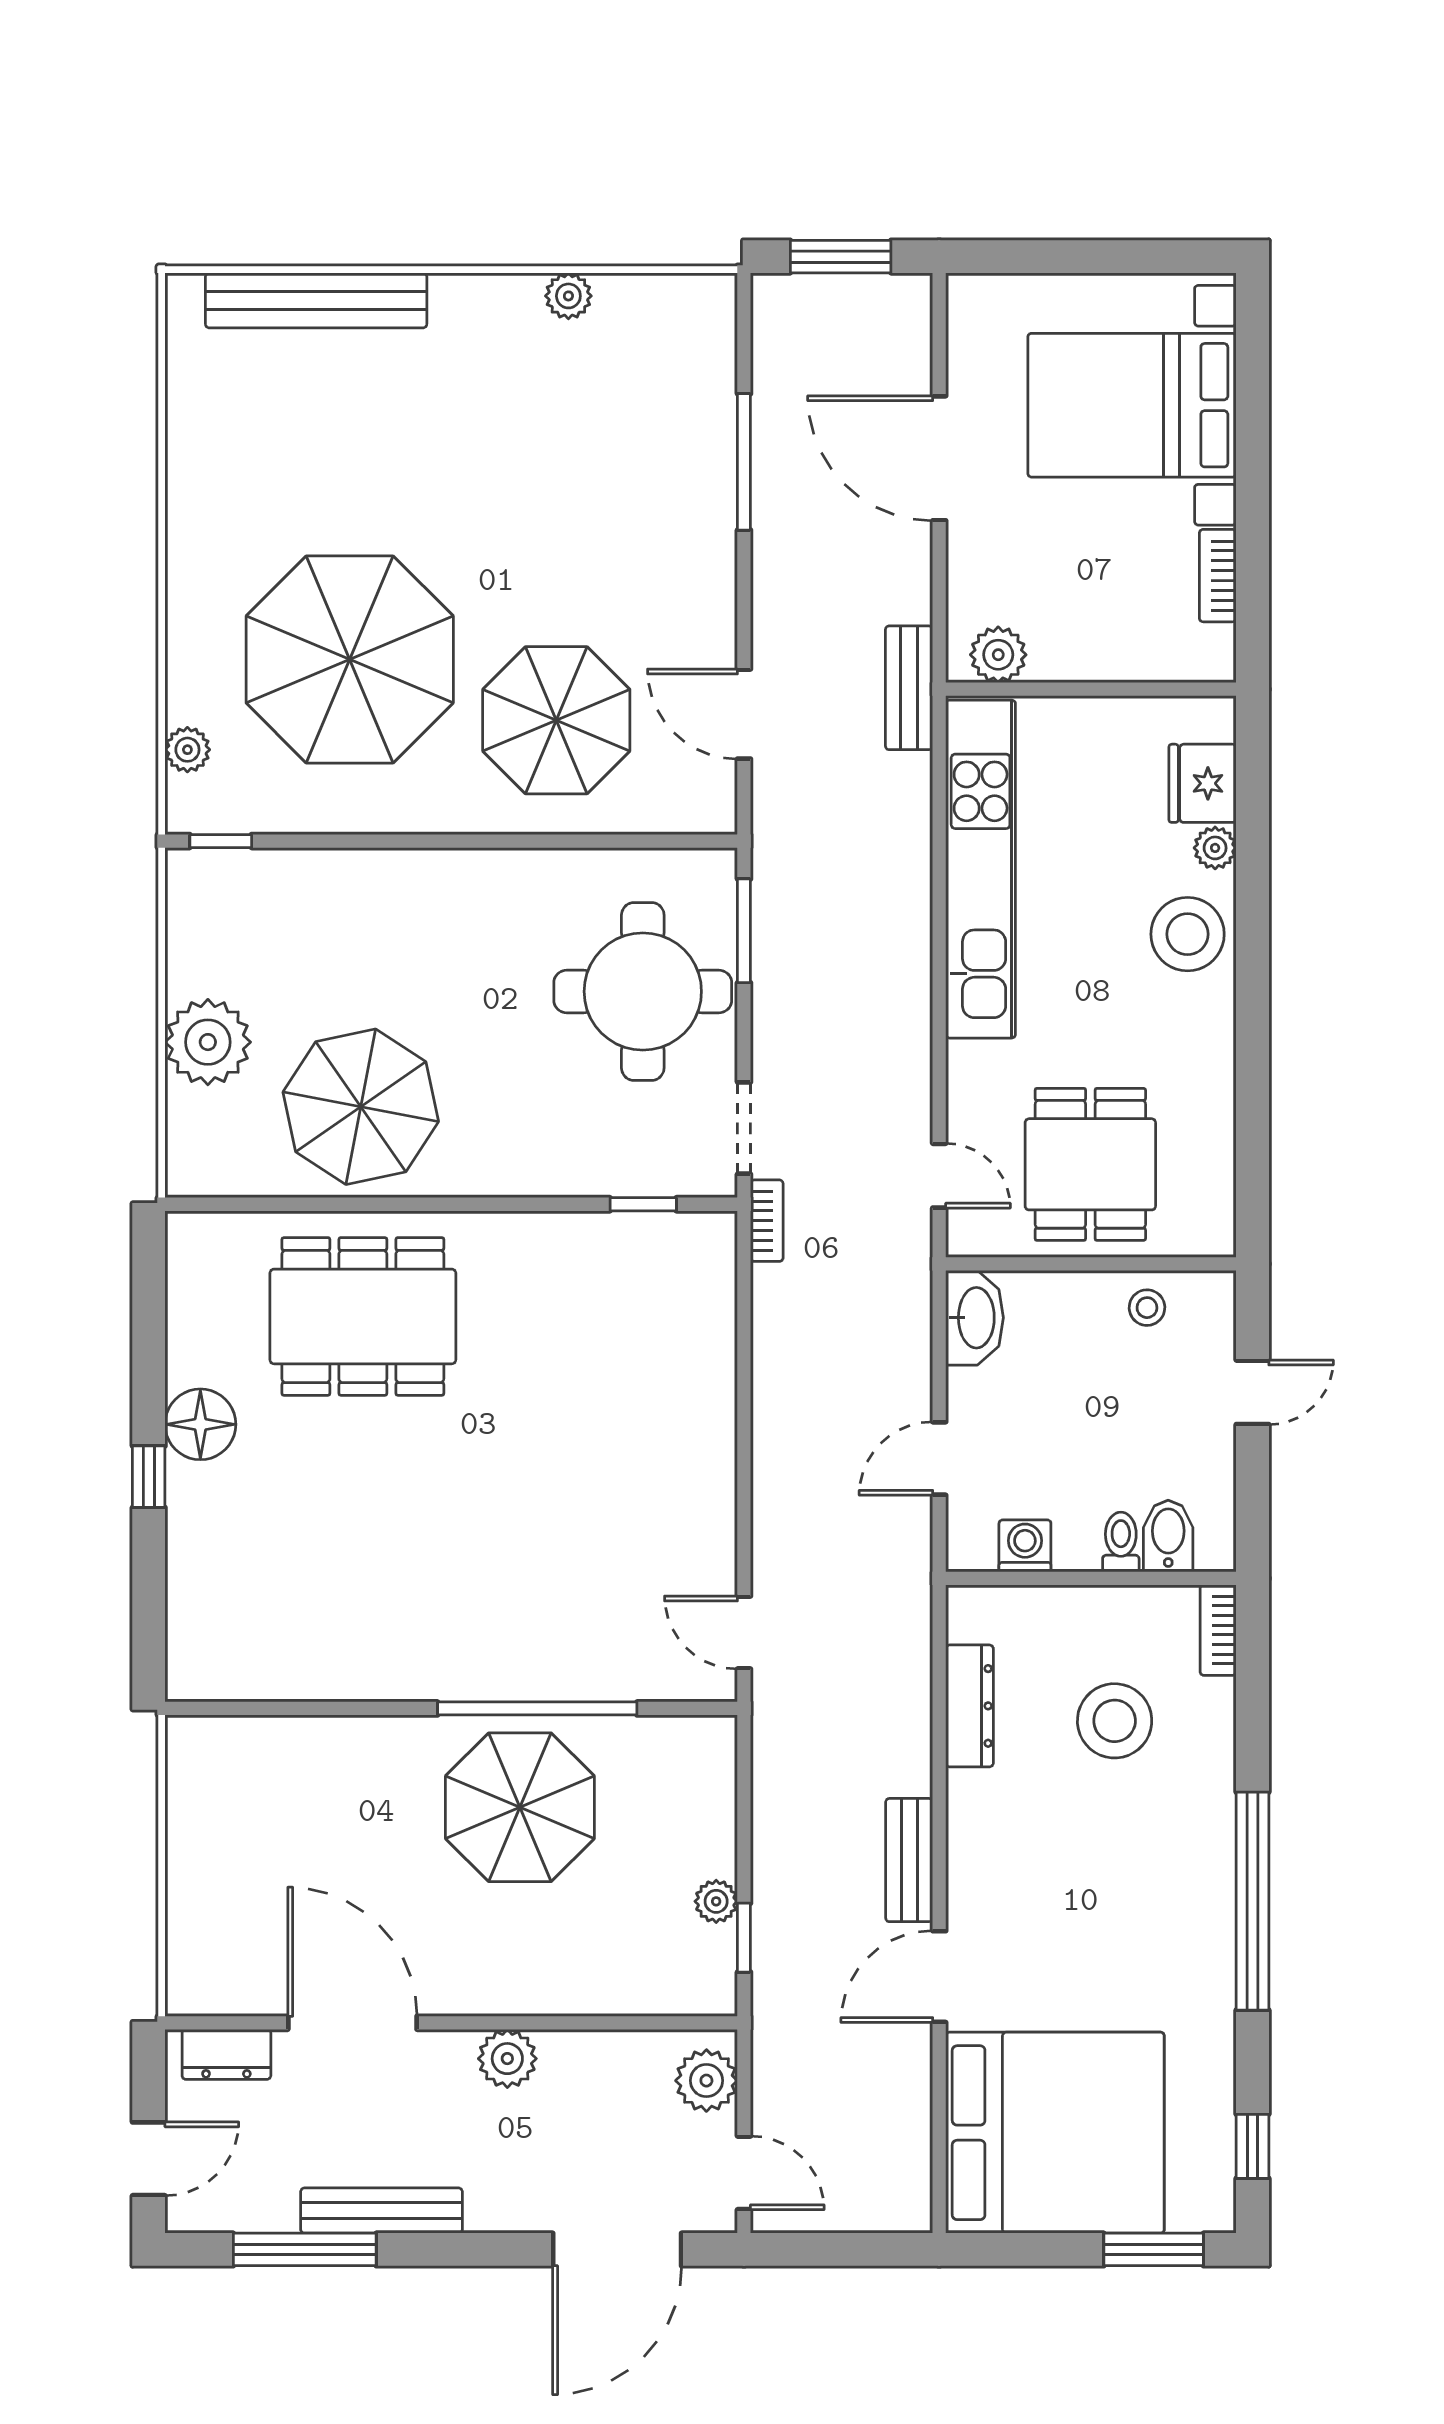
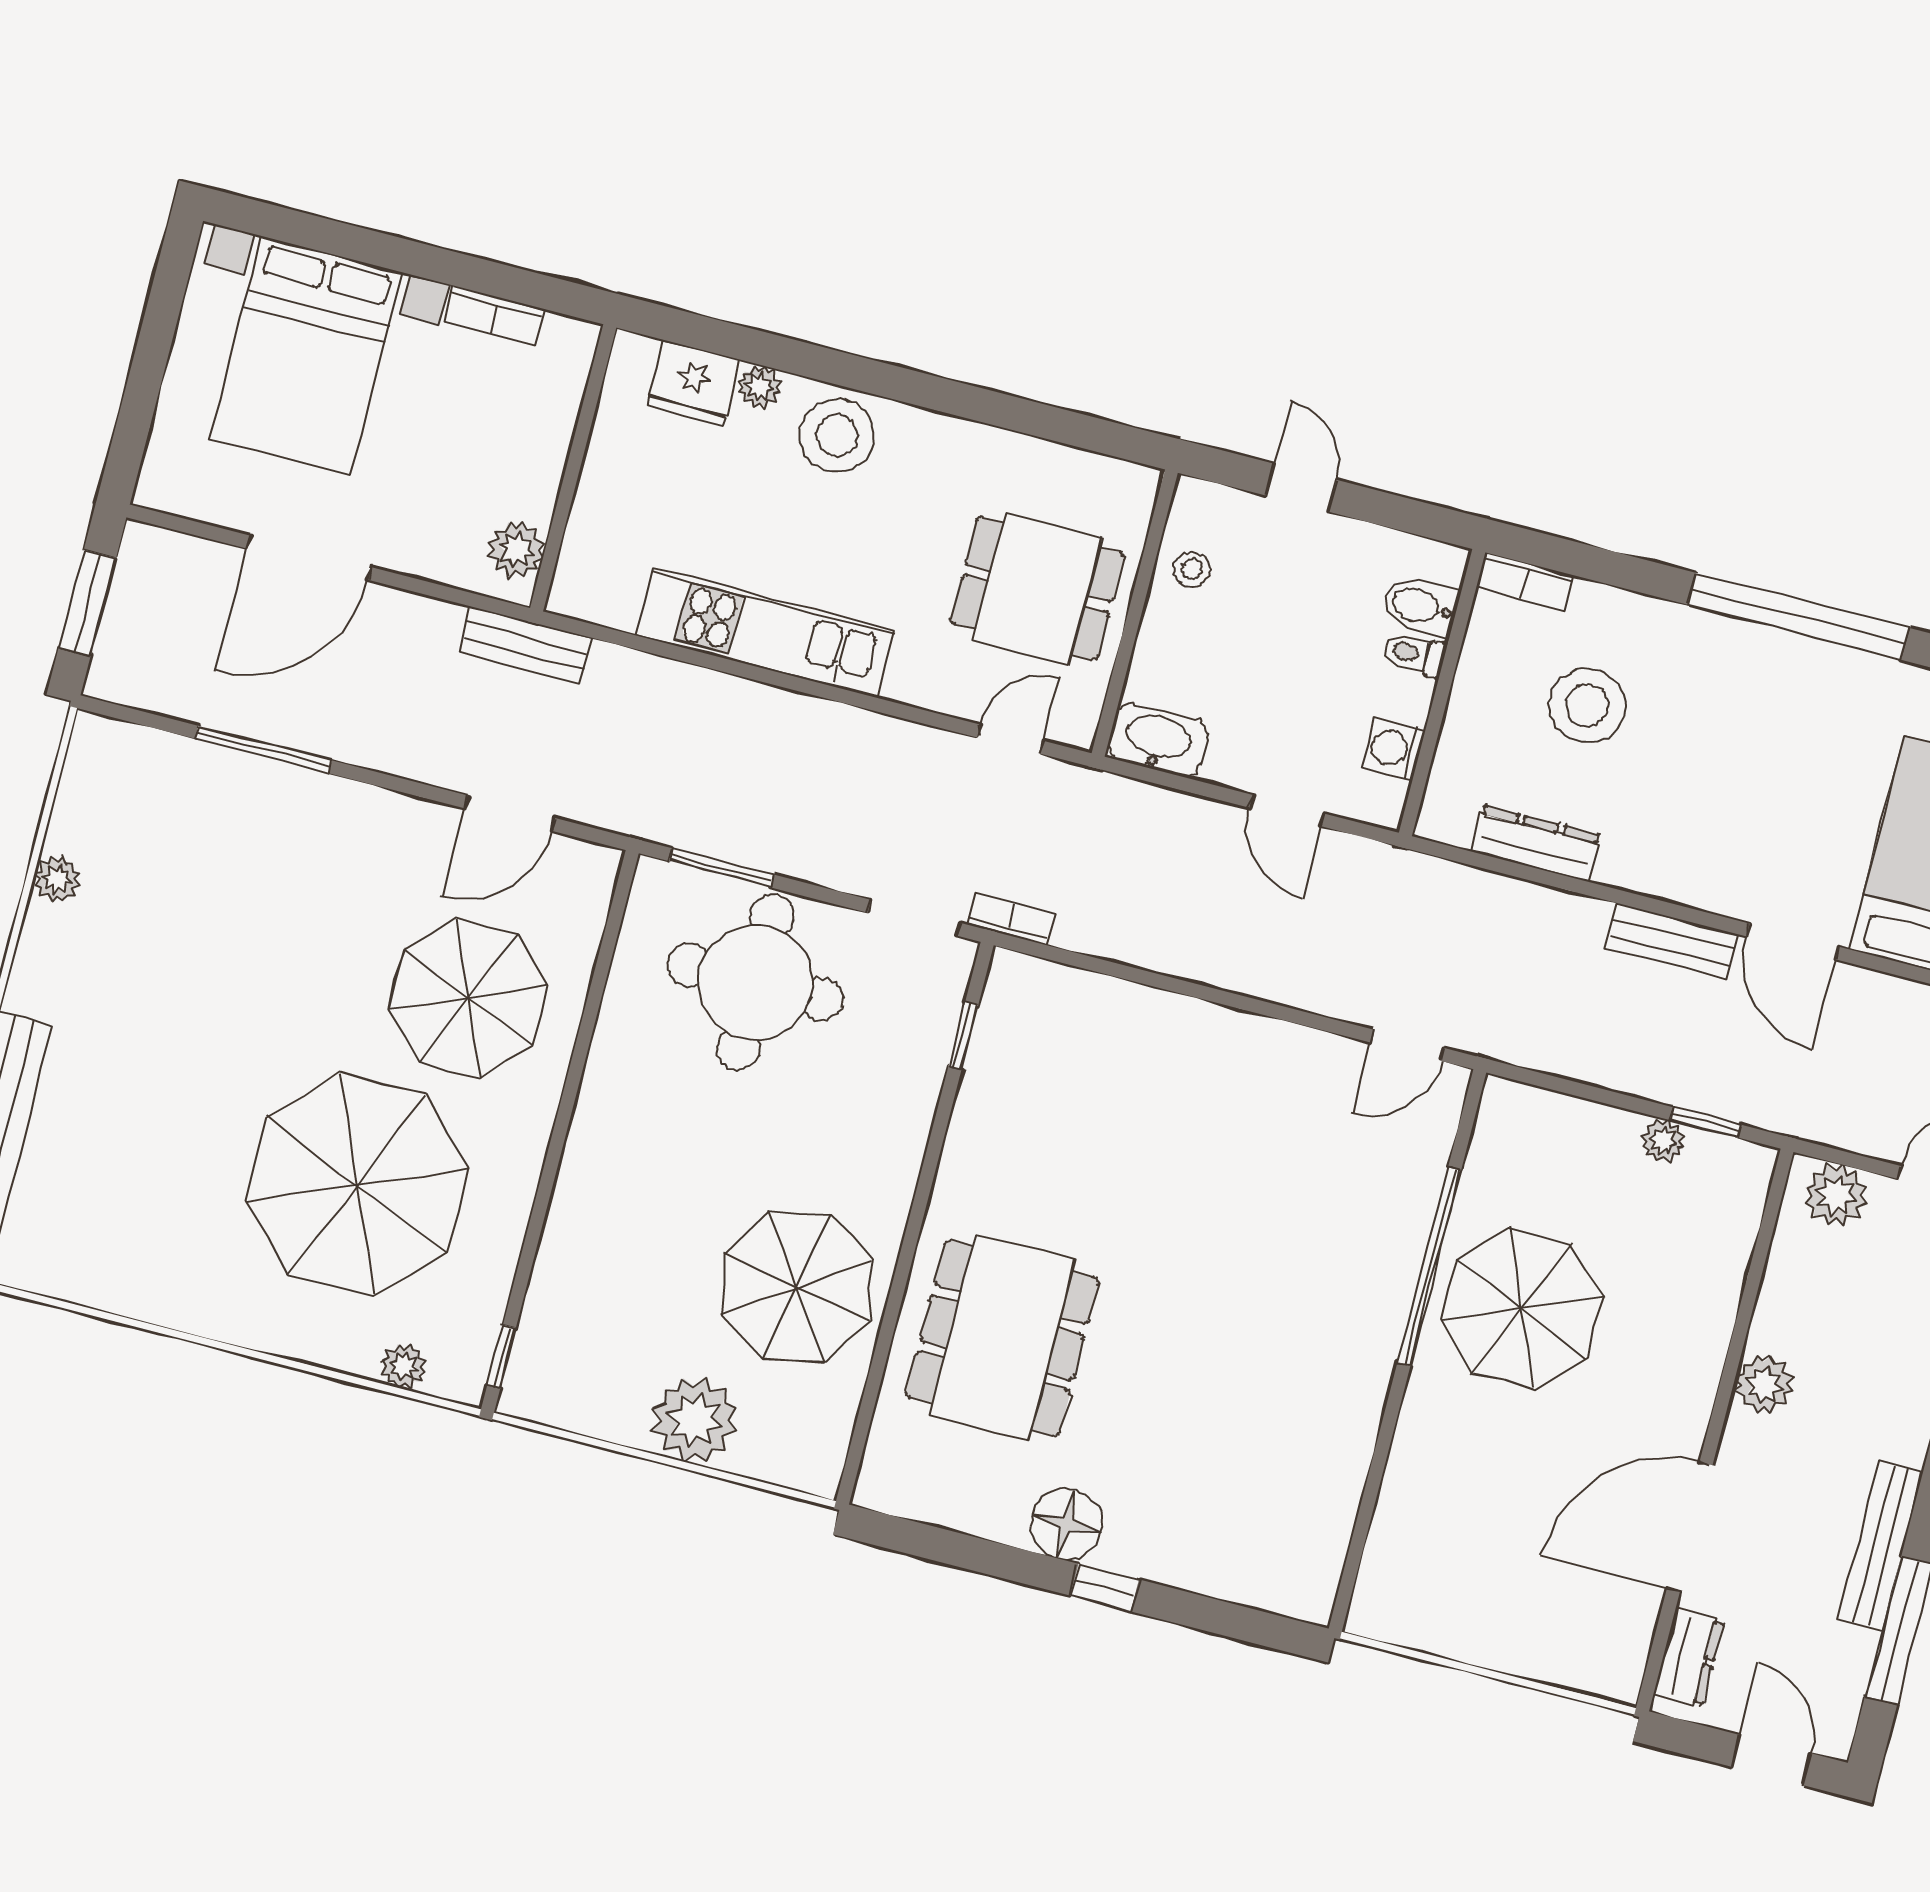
kitchen unit: (981, 869) -> (765, 633), width x0.73

